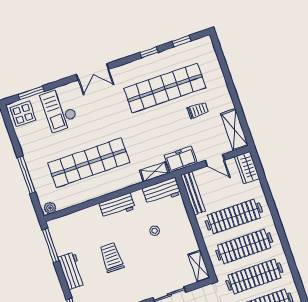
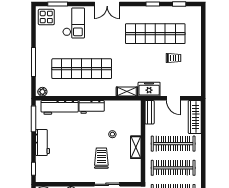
checkout: (59, 110) -> (74, 23), turned 180
shelving: (234, 130) -> (195, 81), removed
wardrobe: (247, 168) -> (195, 117), width x1.50
workbench: (162, 191) -> (60, 107), moved, width x1.38
bench: (193, 193) -> (150, 112), width x0.73
trolley: (112, 258) -> (101, 158), moved
shelving: (199, 266) -> (136, 147), moved

